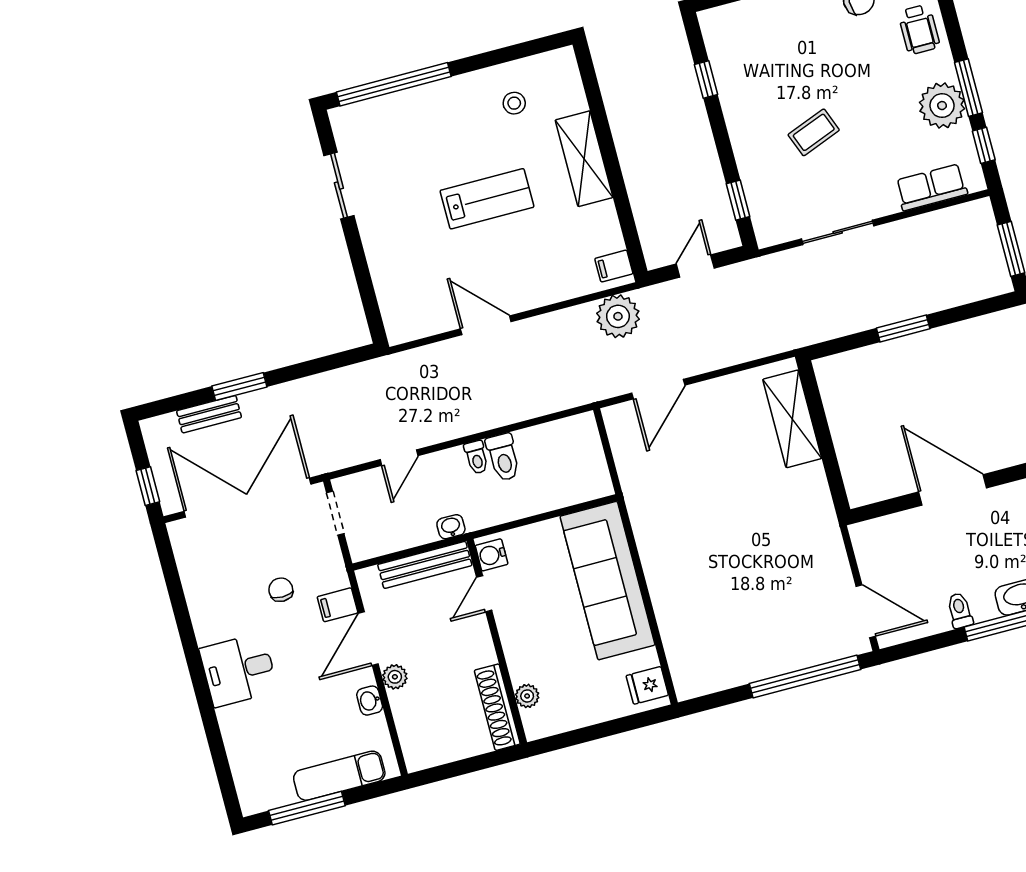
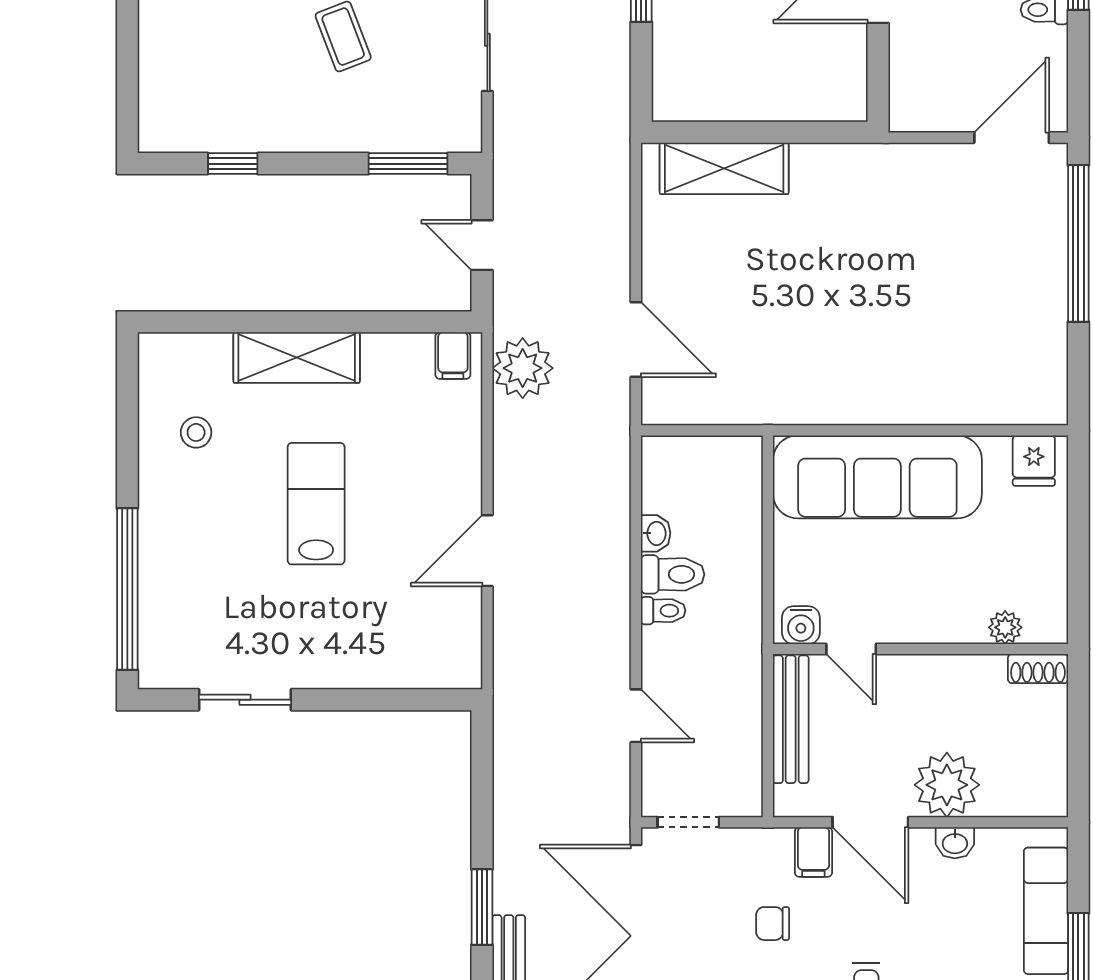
window: (738, 200) -> (408, 164), width x1.50
washbasin: (451, 527) -> (656, 533), moved, turned 180
plant: (395, 677) -> (947, 785), width x1.88, depth x1.88
shoe rack: (497, 707) -> (1038, 669), width x0.51, depth x0.81

